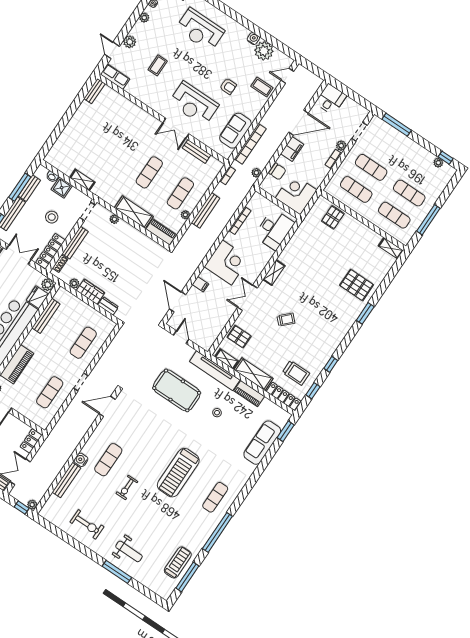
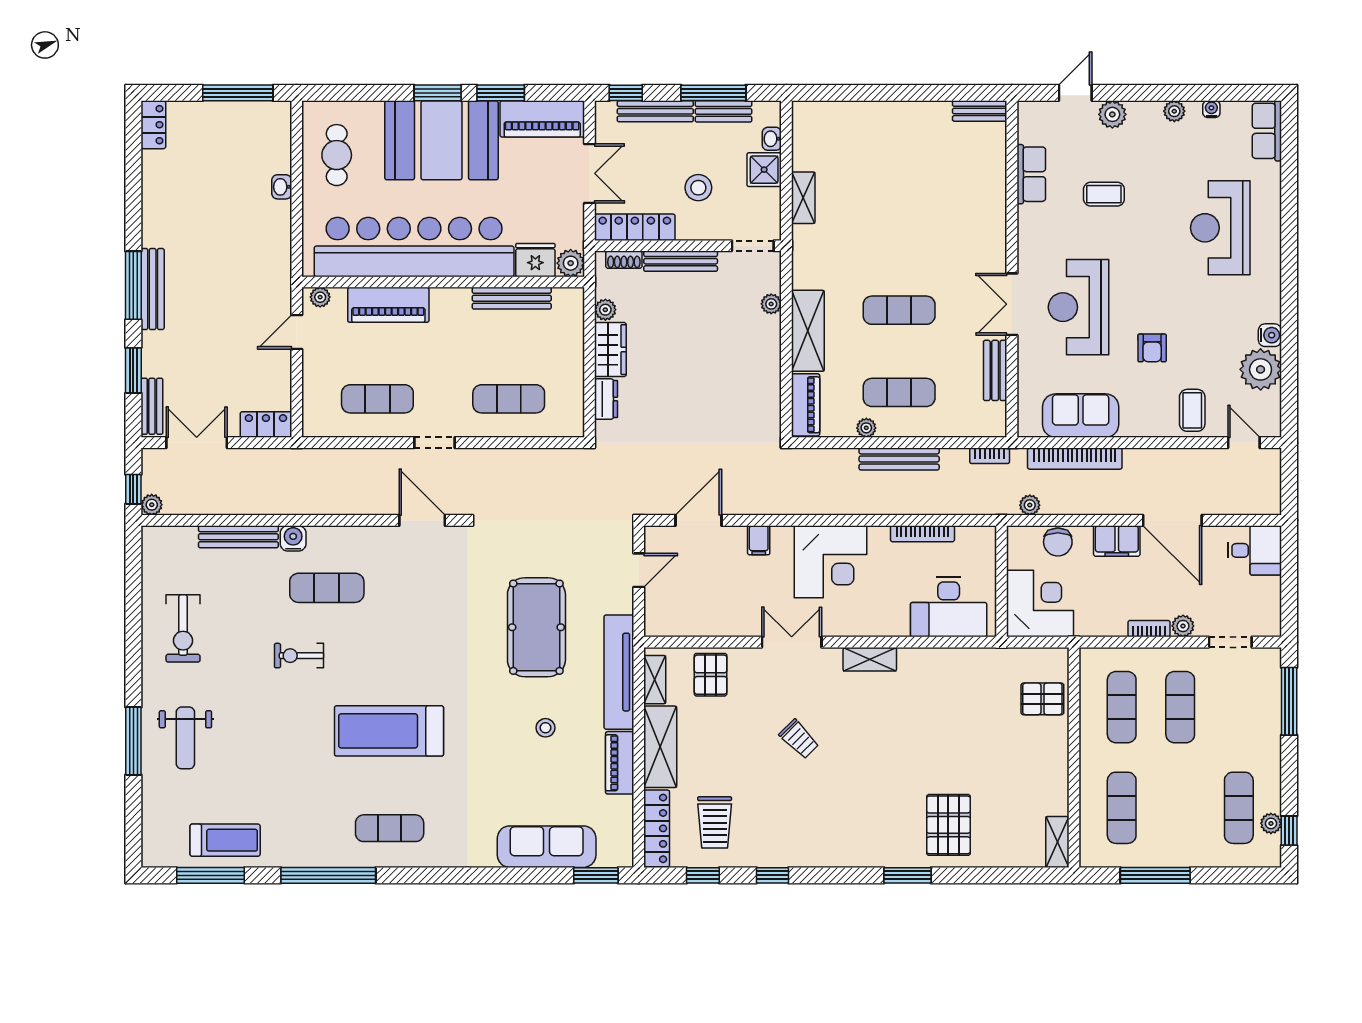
row of seats: (115, 77) -> (1031, 174), moved
exercise mat: (409, 193) -> (1239, 808), moved

